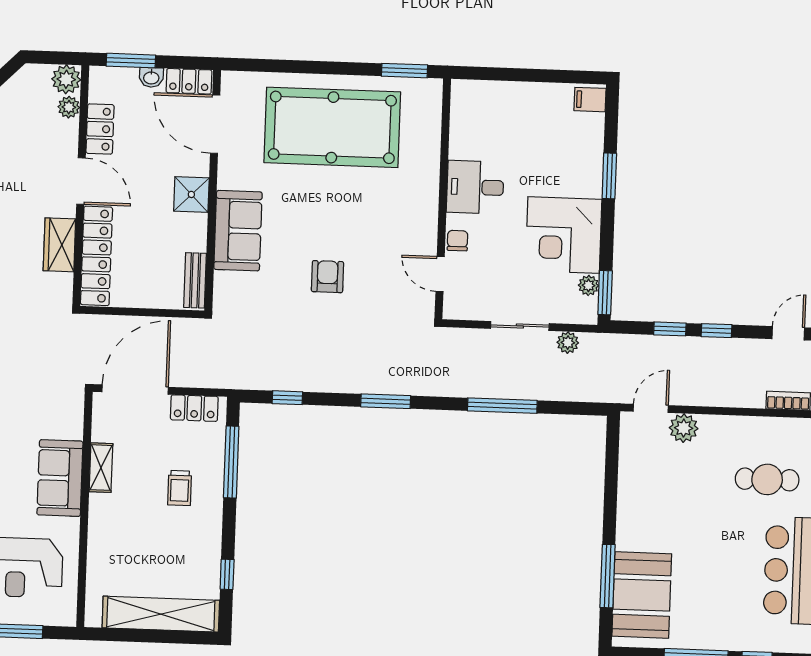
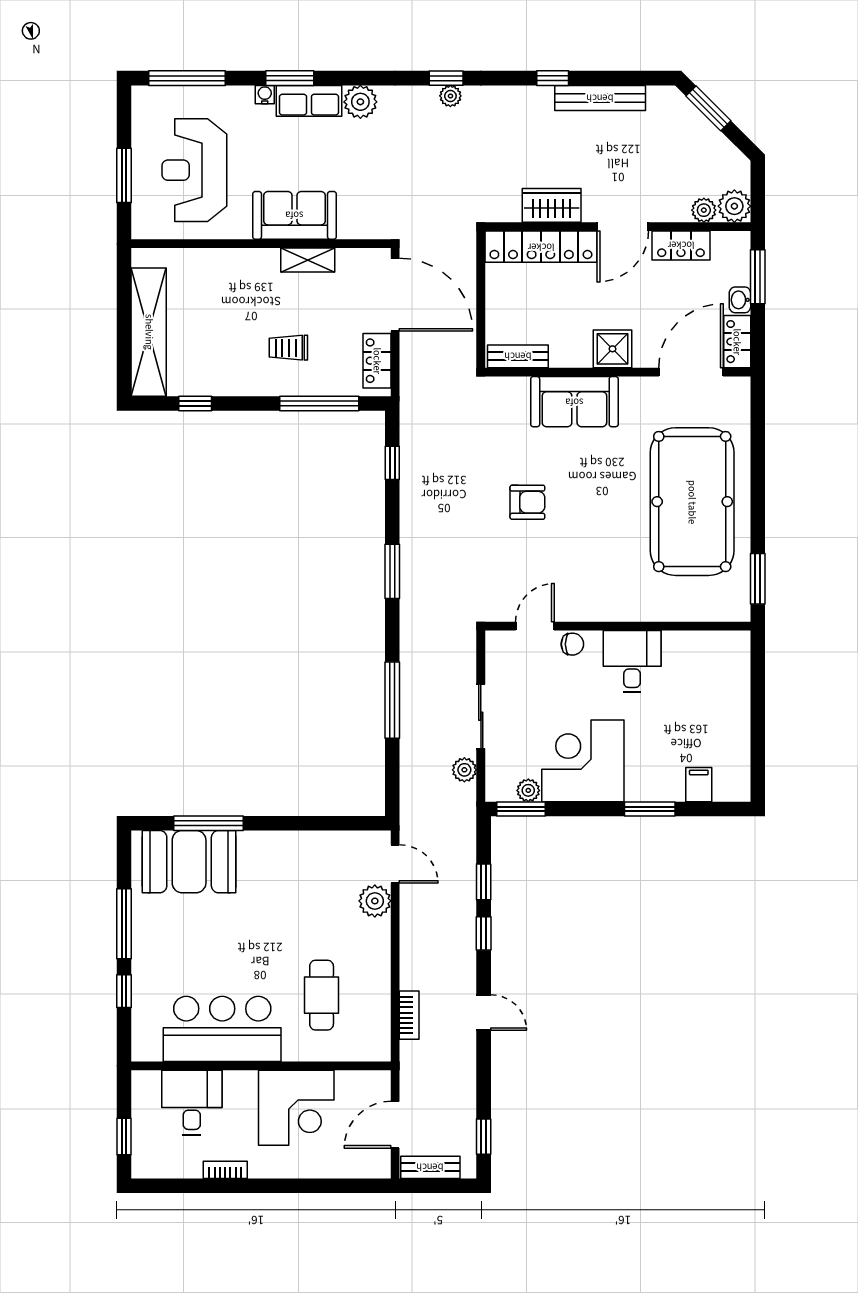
filing cabinet: (590, 100) -> (699, 785), moved

